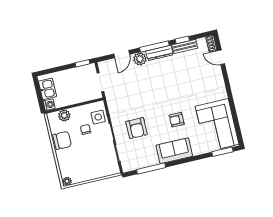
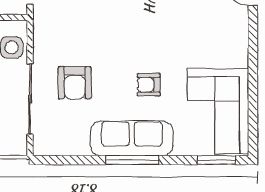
sofa: (174, 151) -> (132, 138), width x1.36
window: (151, 168) -> (132, 160), moved

